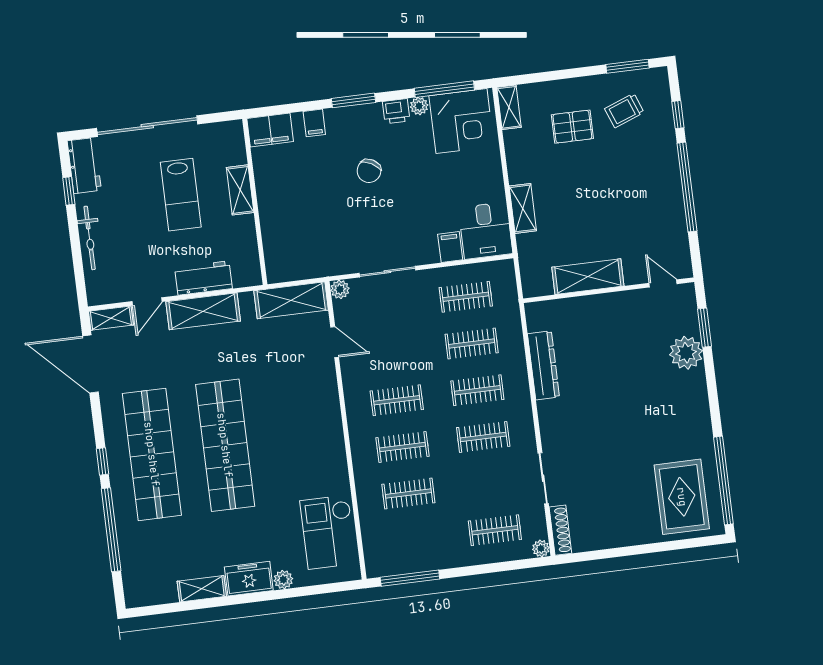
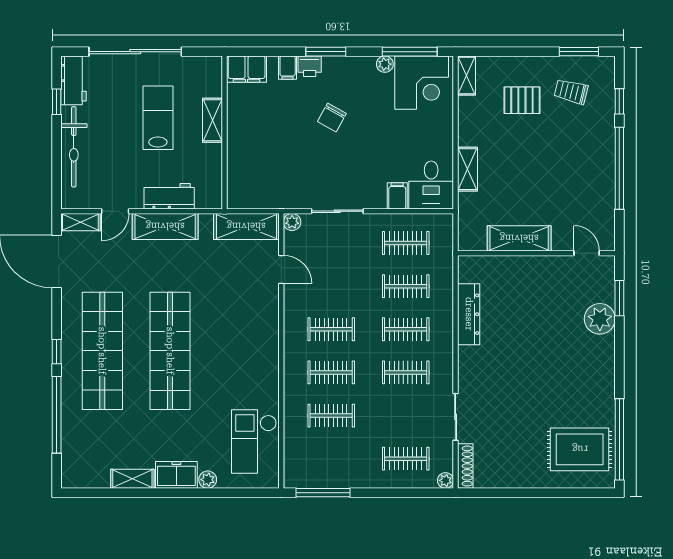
printer: (396, 111) -> (310, 66), moved
trolley: (624, 111) -> (571, 92), turned 35
lab bench: (181, 195) -> (158, 118), turned 180
bicycle: (90, 238) -> (74, 147), width x1.37, depth x1.40
rug: (682, 497) -> (580, 449), turned 90

